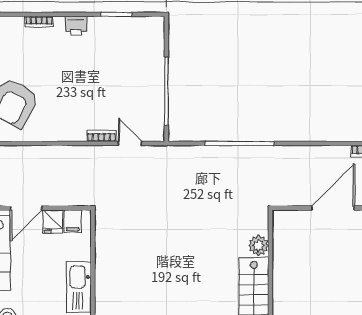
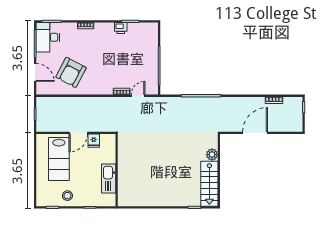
printer: (76, 26) -> (121, 28), moved
door: (130, 143) -> (138, 96), hinge flipped
filing cabinet: (73, 221) -> (105, 141), removed

